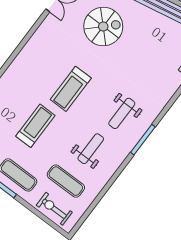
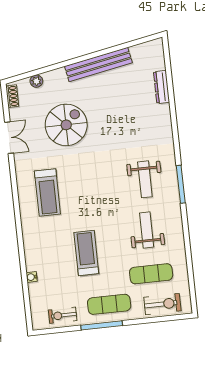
treadmill: (71, 89) -> (47, 193), moved
exercise bike: (54, 209) -> (162, 304), turned 180

